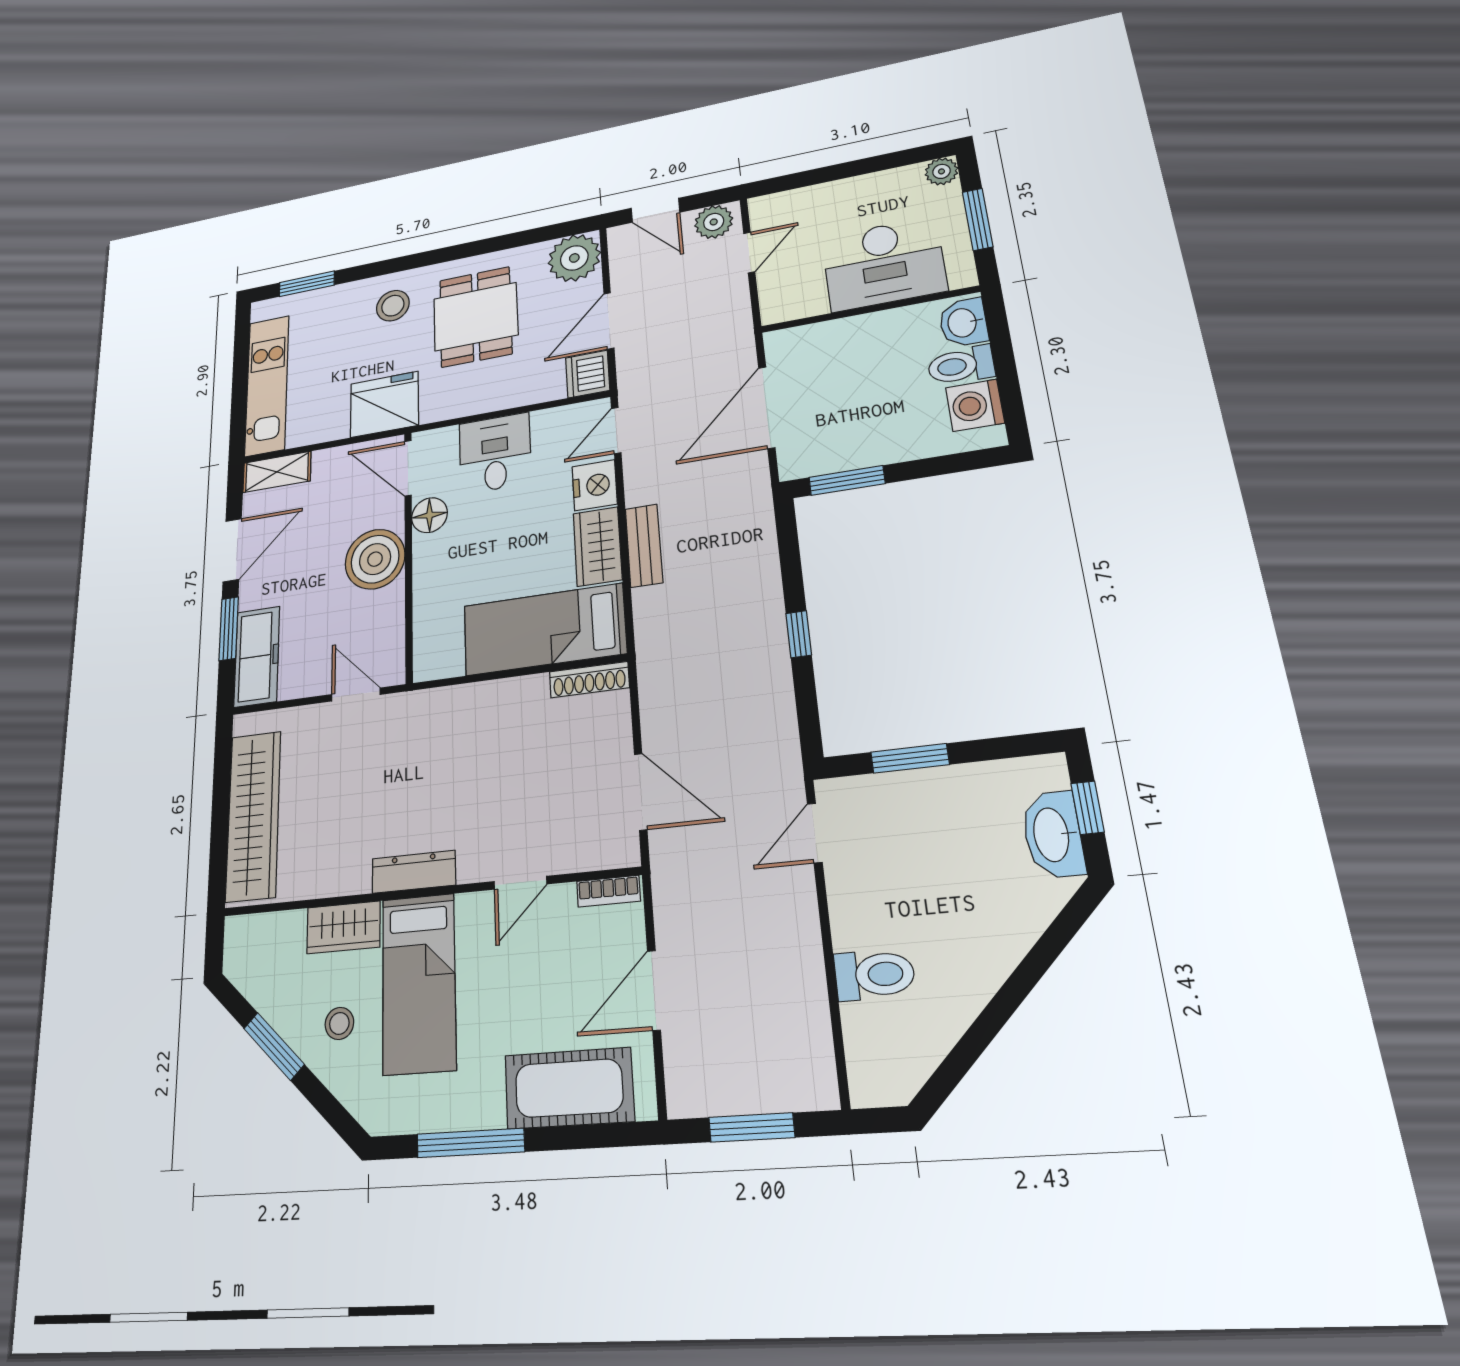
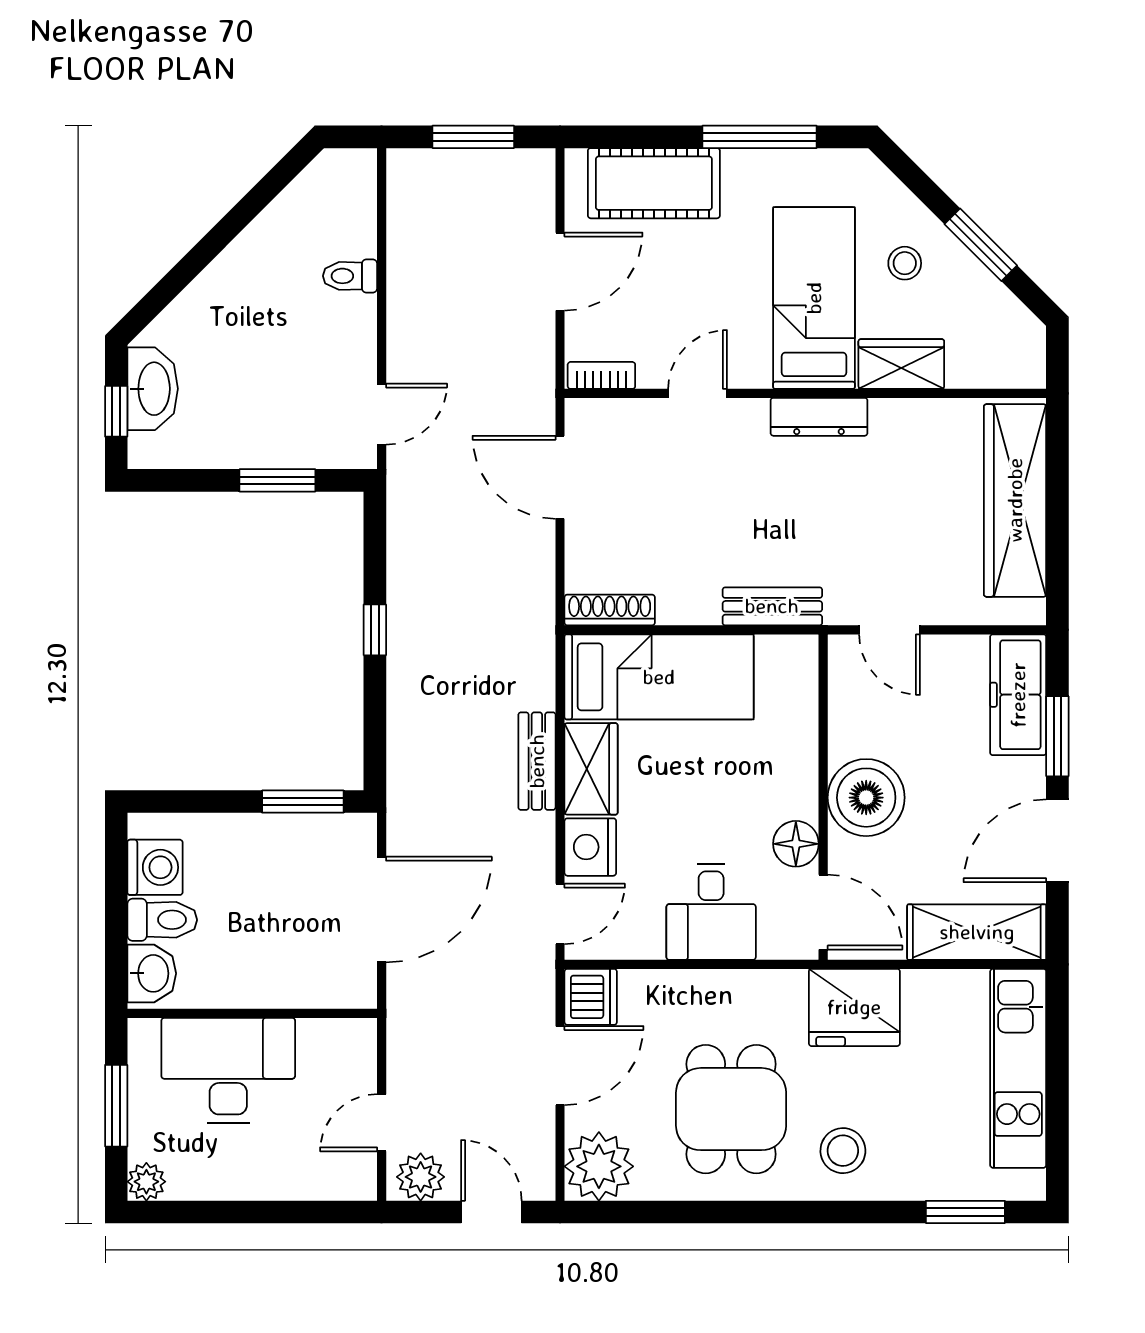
shelving: (277, 472) -> (977, 932), width x1.50, depth x1.33
bench: (451, 701) -> (772, 606), added
toilet: (874, 975) -> (350, 276), width x0.73, depth x0.72

